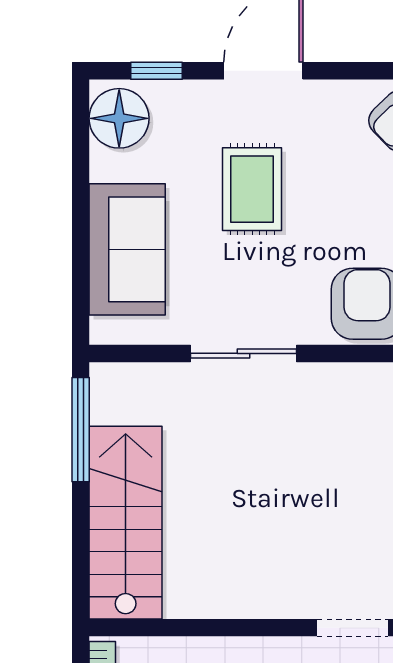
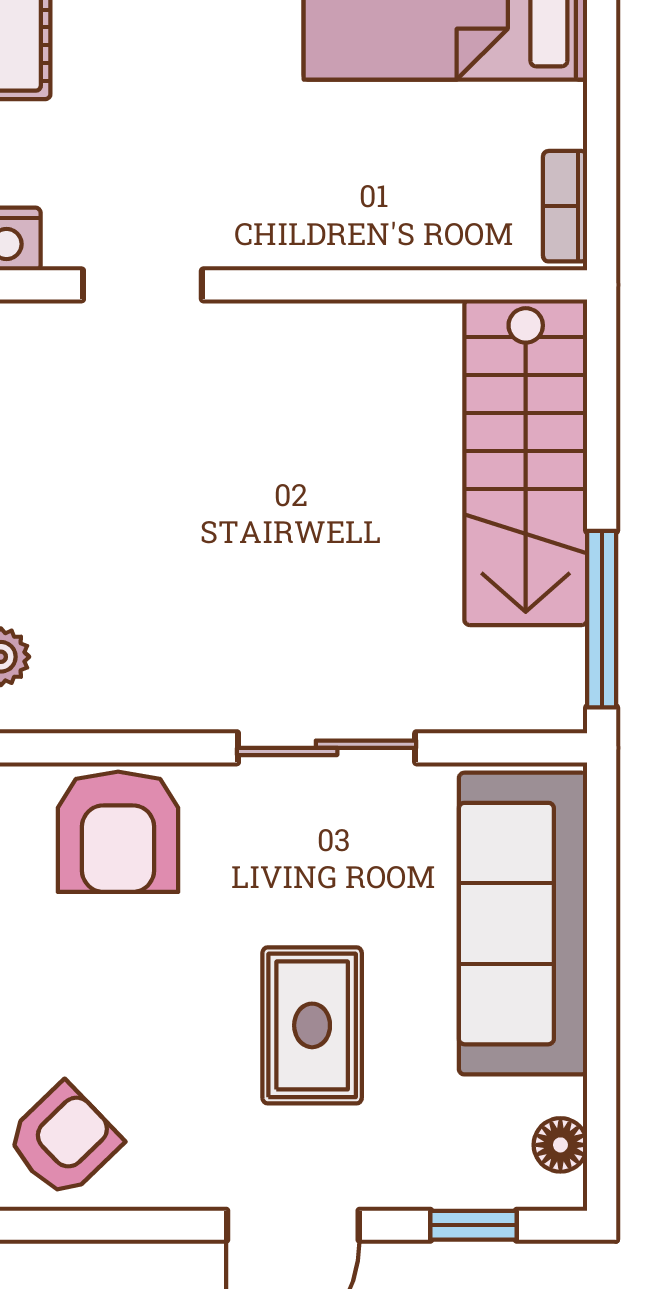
floor lamp: (119, 118) -> (560, 1145), width x0.53, depth x0.53
sofa: (127, 249) -> (523, 924), width x1.36

